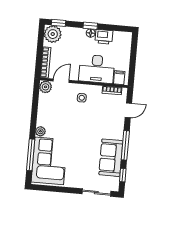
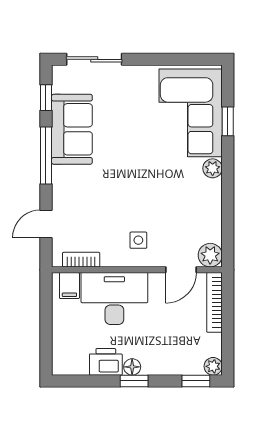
plant: (53, 34) -> (213, 366), width x0.53, depth x0.53
window: (31, 155) -> (228, 121), width x0.46

